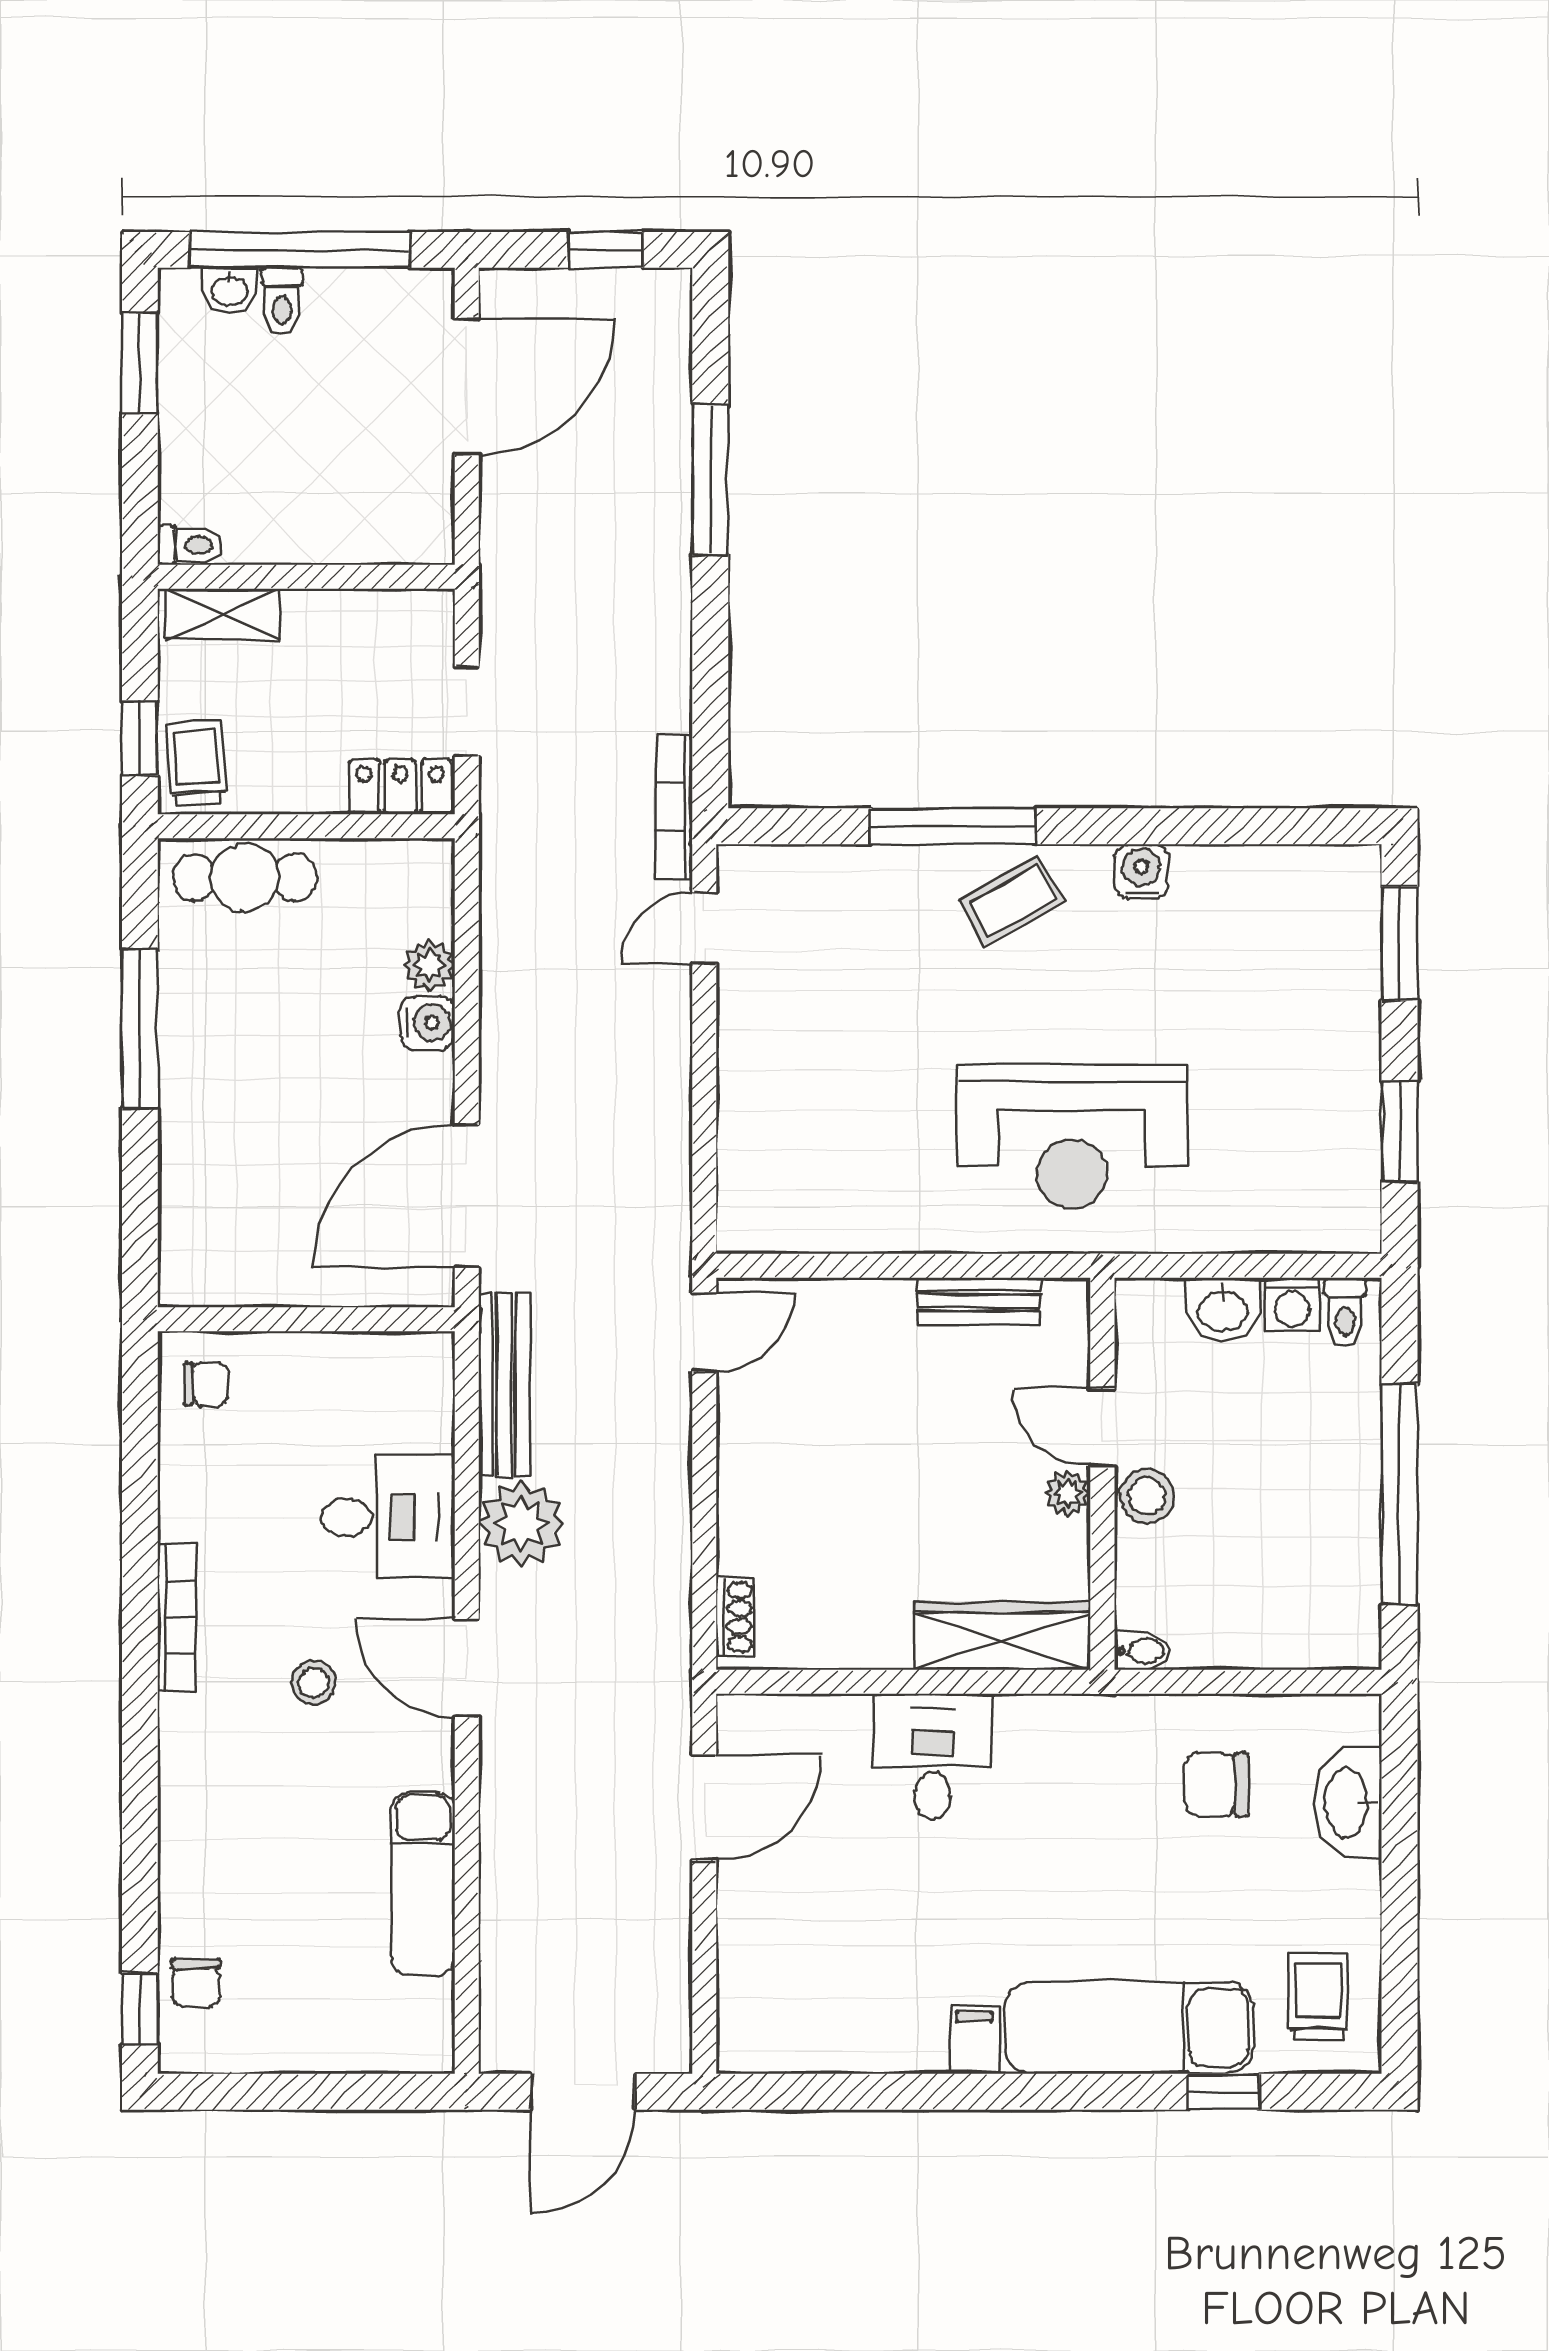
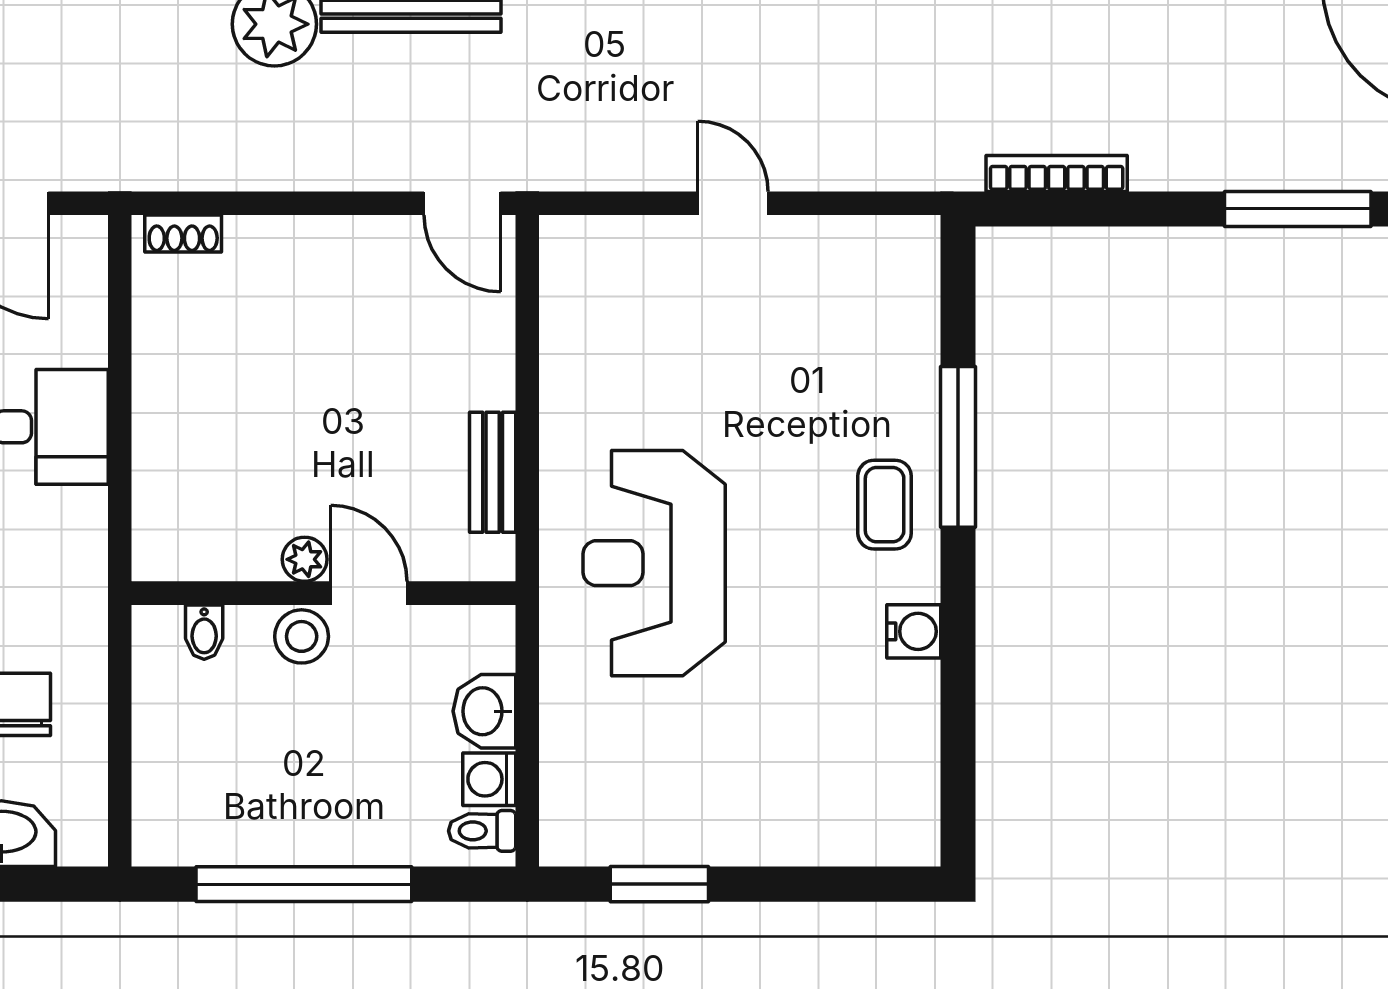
bookcase: (674, 807) -> (1057, 173), moved
coffee table: (1012, 901) -> (885, 505), turned 30
door: (704, 928) -> (733, 203), moved
window: (1399, 944) -> (843, 884), removed
door: (1102, 1427) -> (369, 593), hinge flipped
wardrobe: (1002, 1636) -> (165, 495), removed
bidet: (1142, 1651) -> (204, 632), moved

